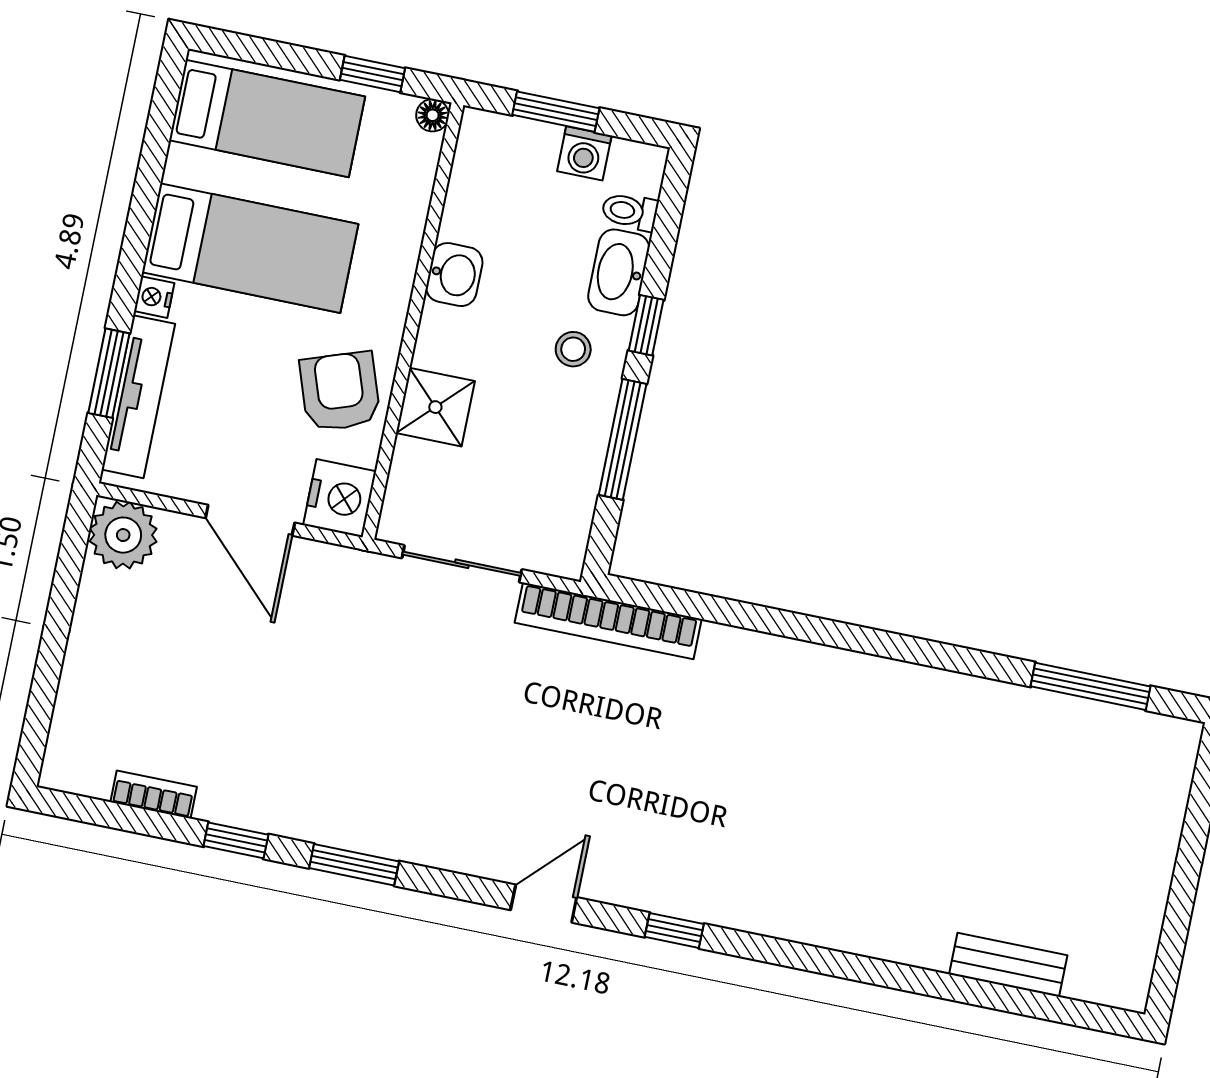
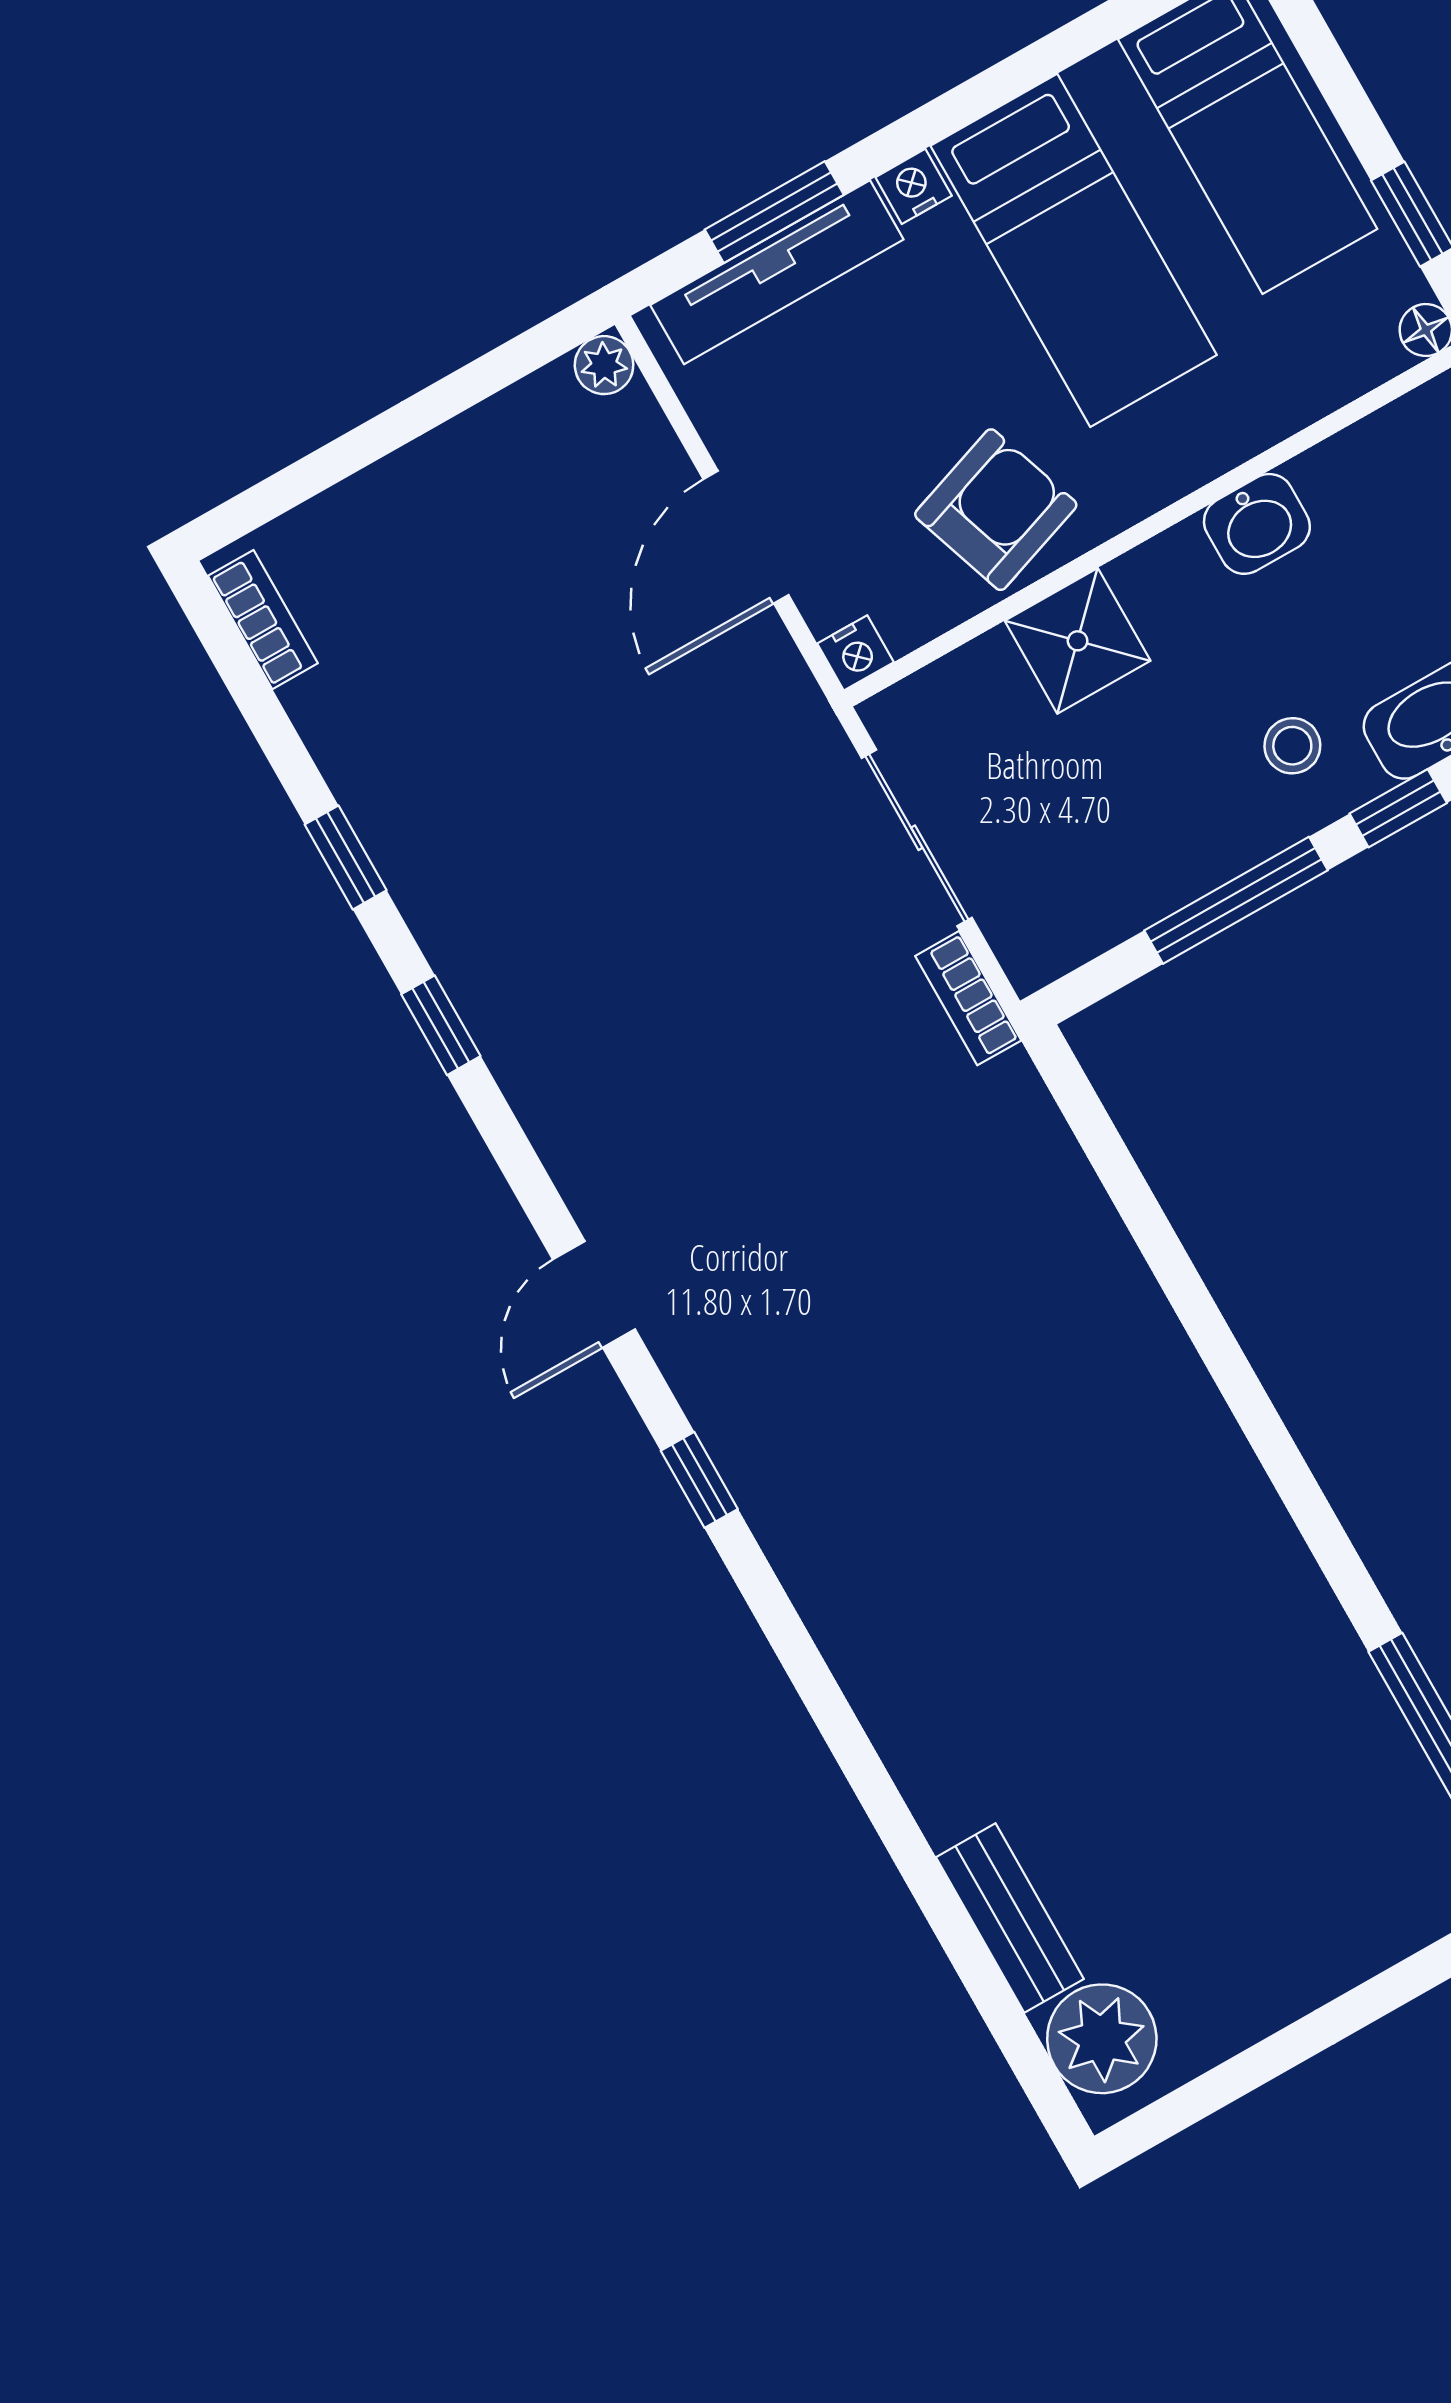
nightstand: (340, 498) -> (855, 653), width x0.53, depth x0.56
plant: (123, 535) -> (604, 365), width x0.53, depth x0.53
bookcase: (608, 621) -> (968, 998), width x0.43, depth x0.76
bookcase: (154, 795) -> (263, 620), moved
window: (354, 865) -> (441, 1025), width x0.67
door: (544, 904) -> (594, 1294), swing flipped
plant: (1103, 971) -> (1102, 2039), added

